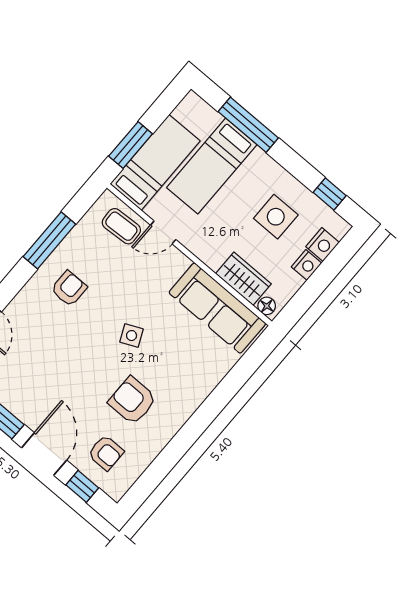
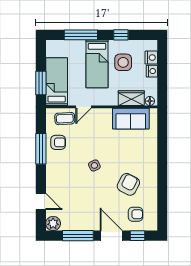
bed: (212, 166) -> (97, 64), moved
window: (330, 194) -> (121, 35), moved
armchair: (69, 289) -> (58, 142), moved, turned 90
sofa: (217, 308) -> (131, 119), width x0.73
side table: (132, 336) -> (94, 165), moved
armchair: (132, 401) -> (128, 184), turned 118

